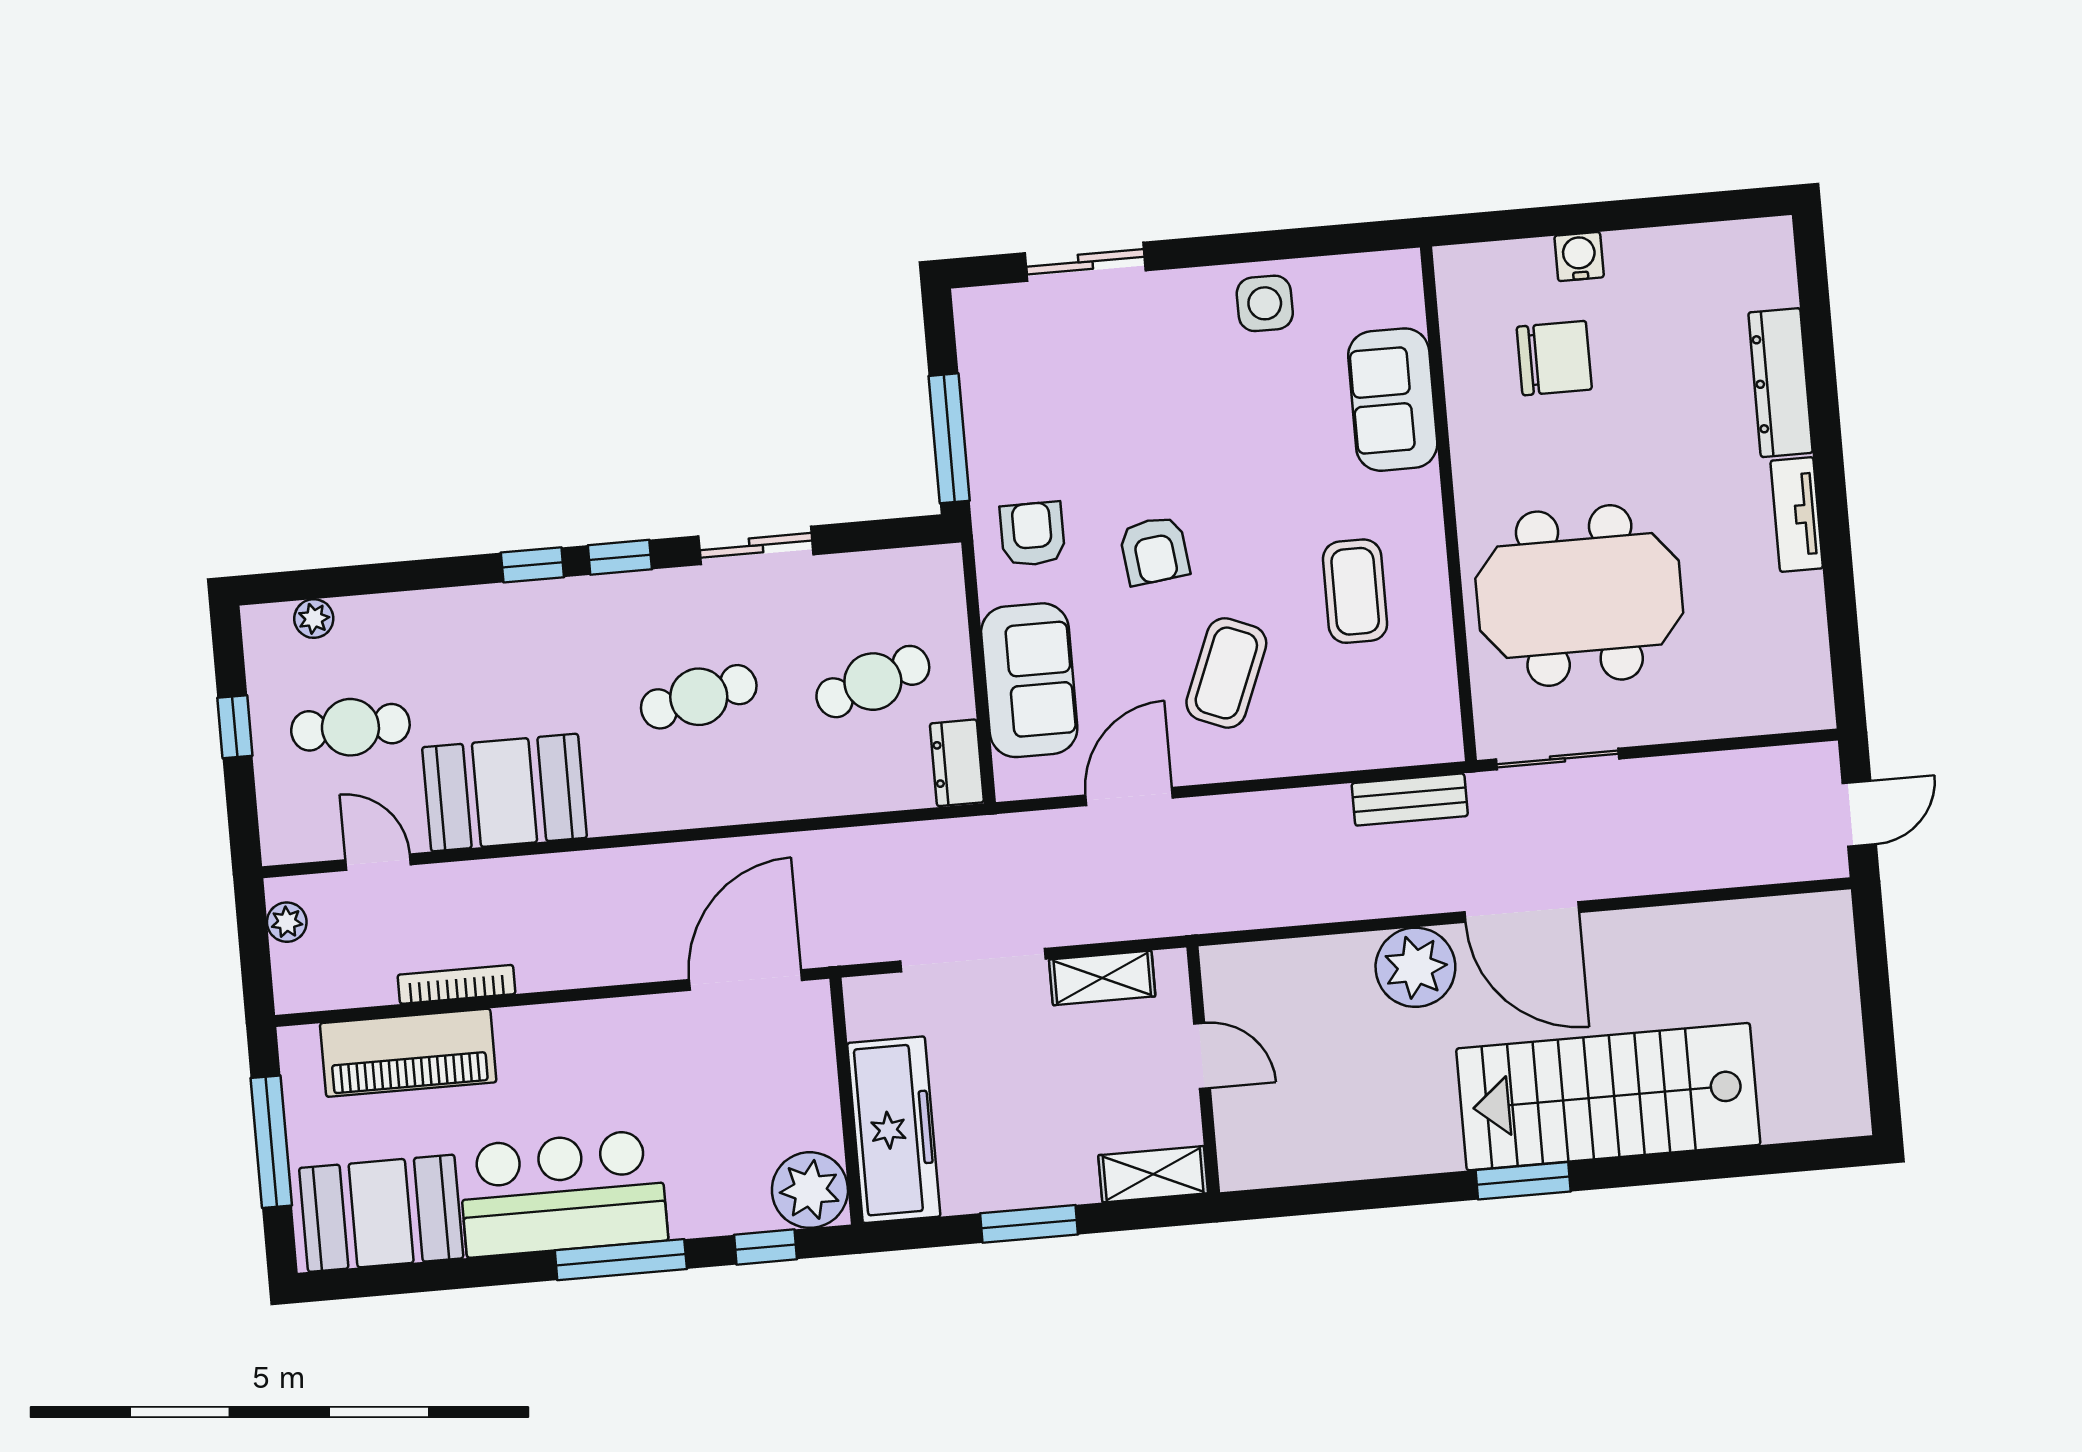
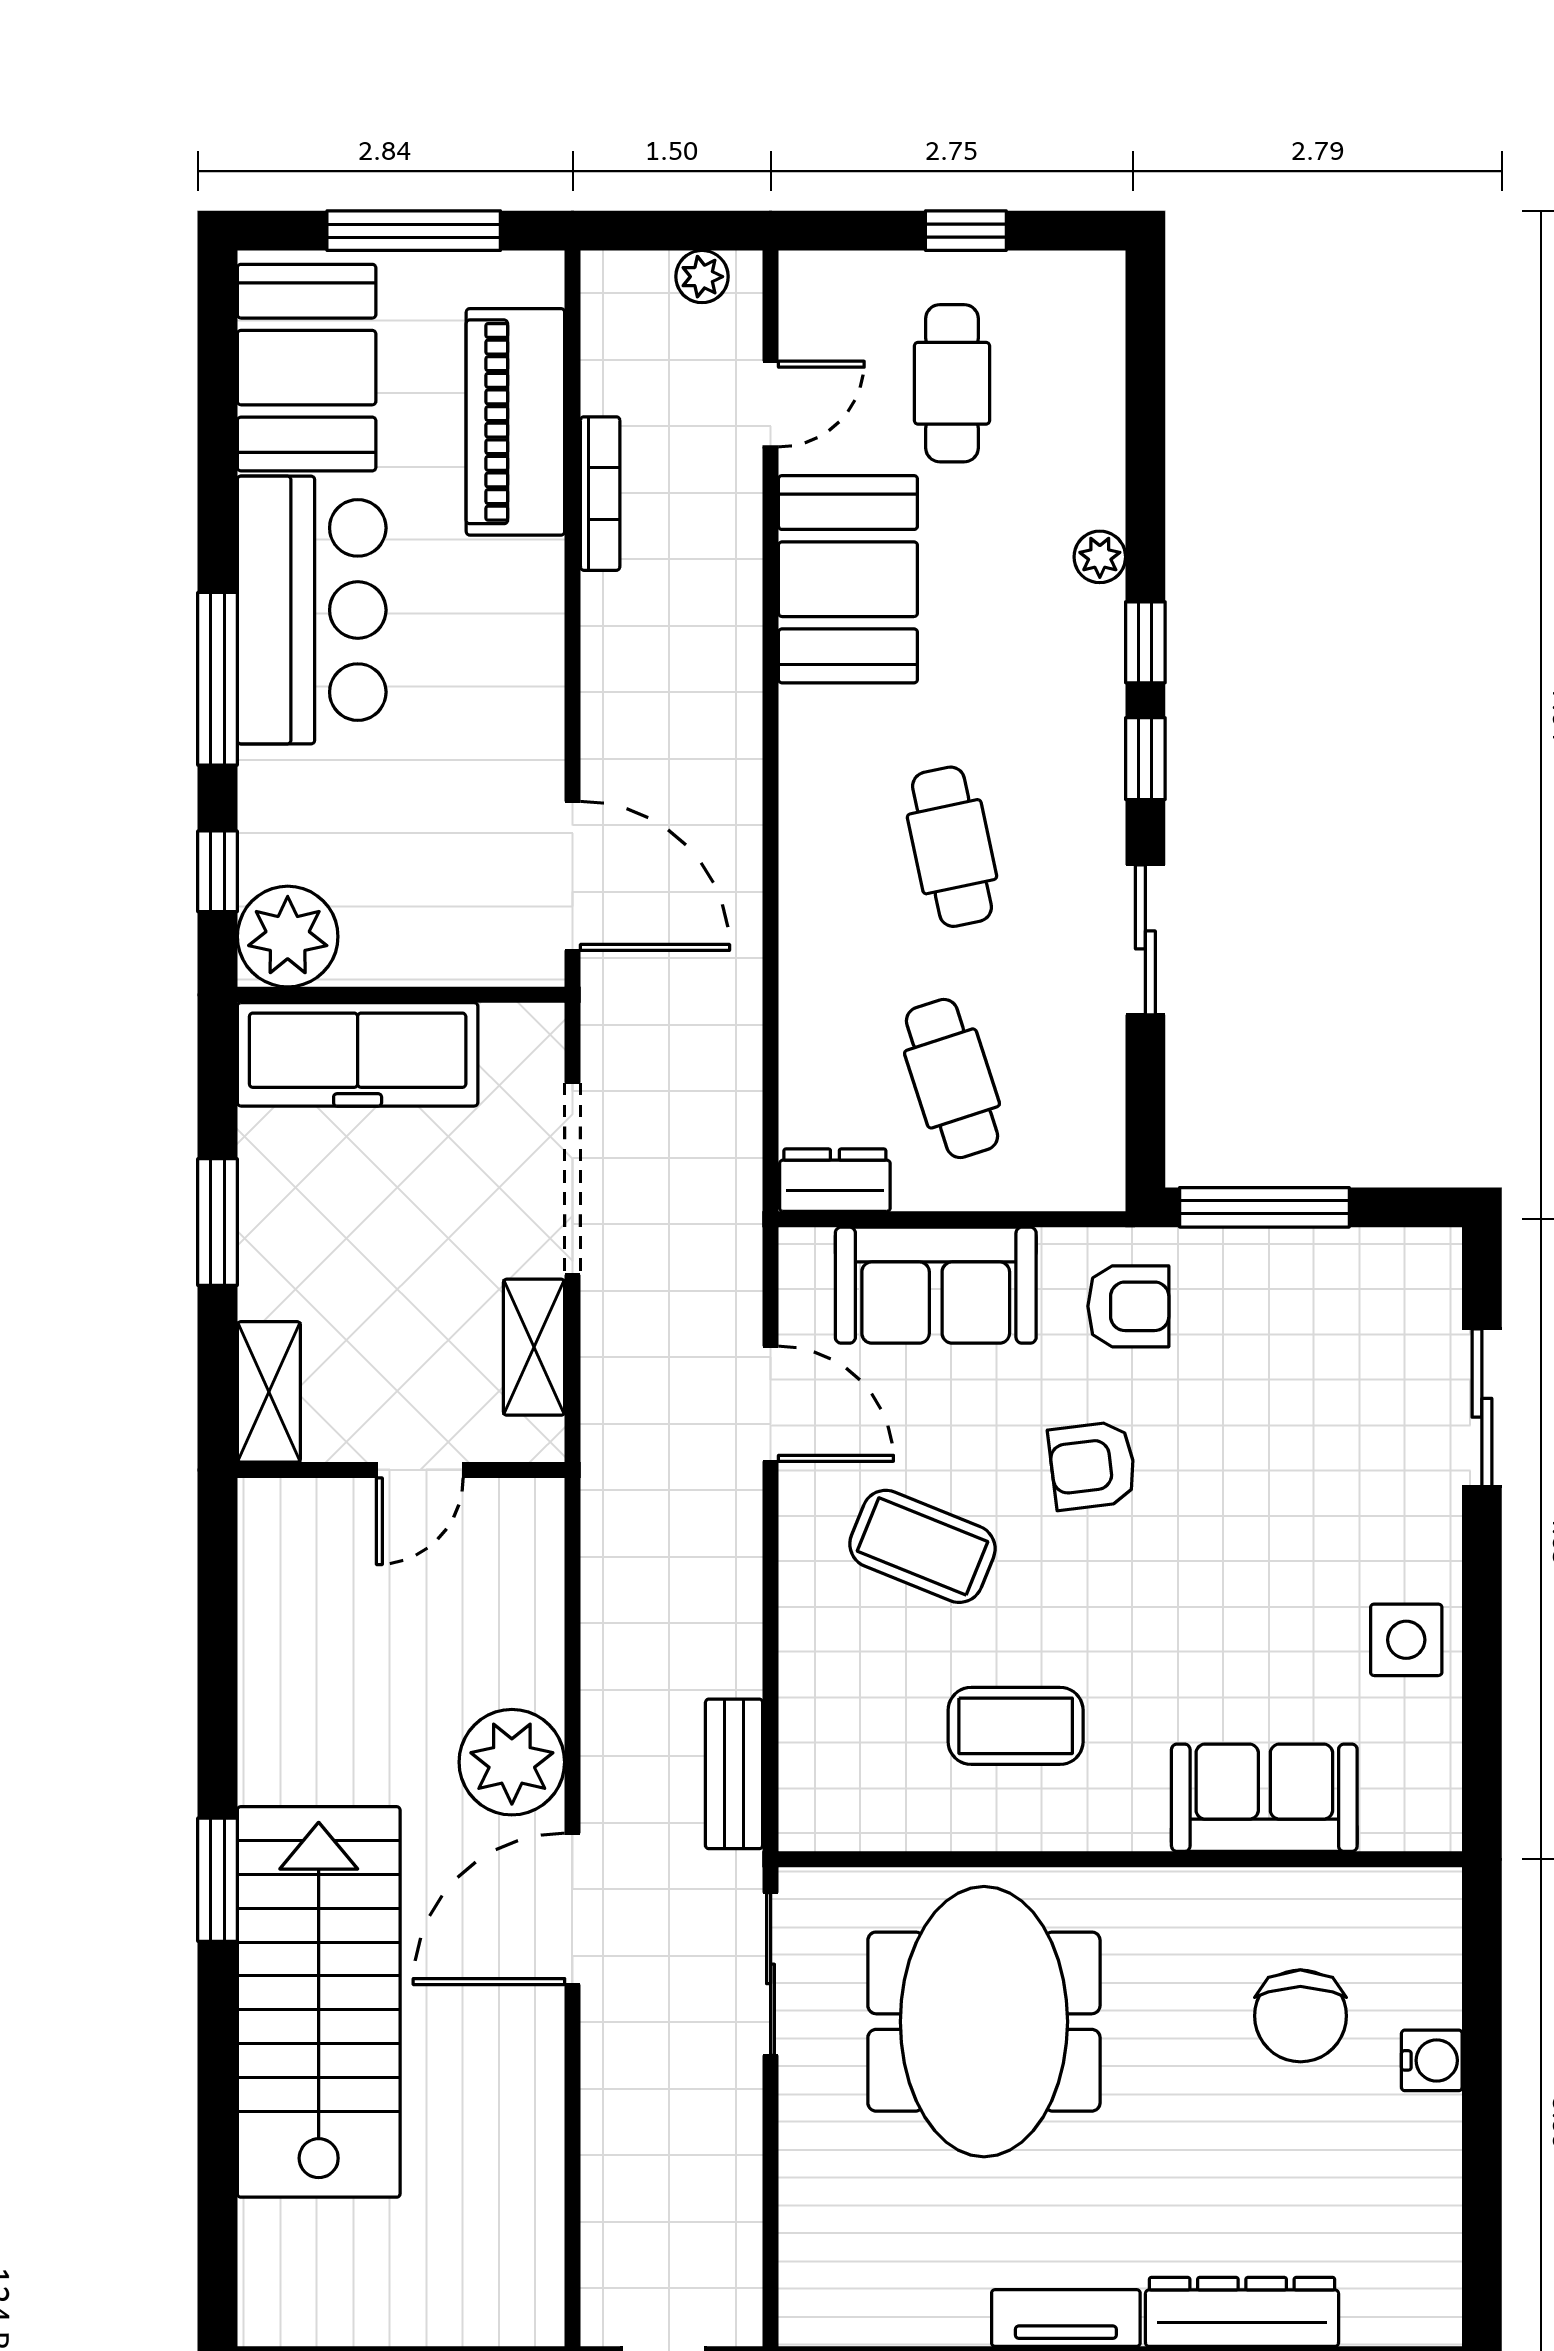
plant: (314, 619) -> (1100, 557), moved

